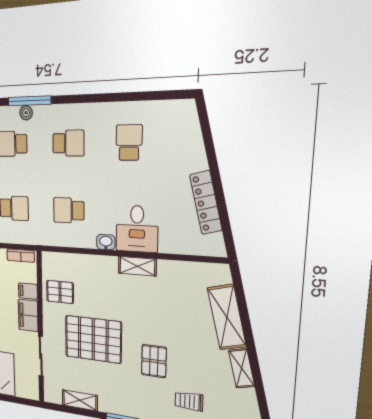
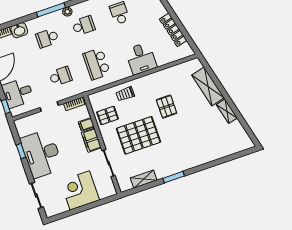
plant: (26, 113) -> (67, 12), moved
school desk: (69, 210) -> (97, 64), width x1.85
washbasin: (106, 242) -> (126, 73), removed
shelving: (137, 266) -> (149, 80), removed
pallet: (154, 361) -> (167, 107), moved
trolley: (189, 401) -> (125, 94), moved

